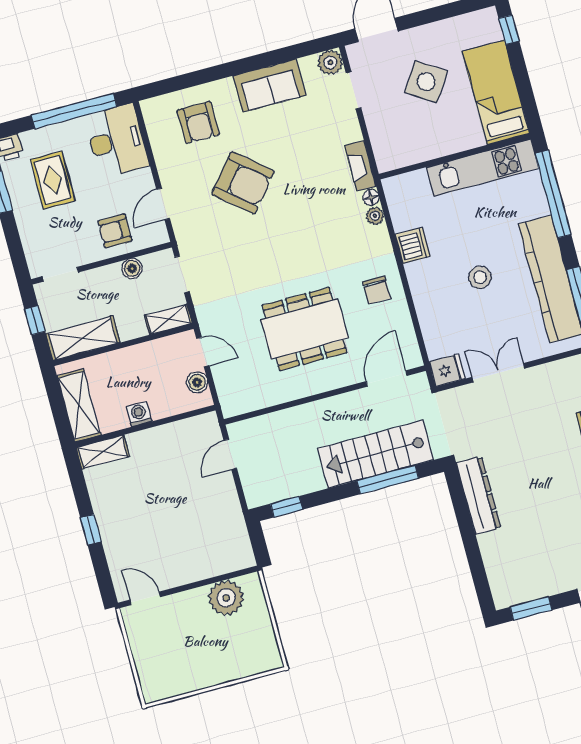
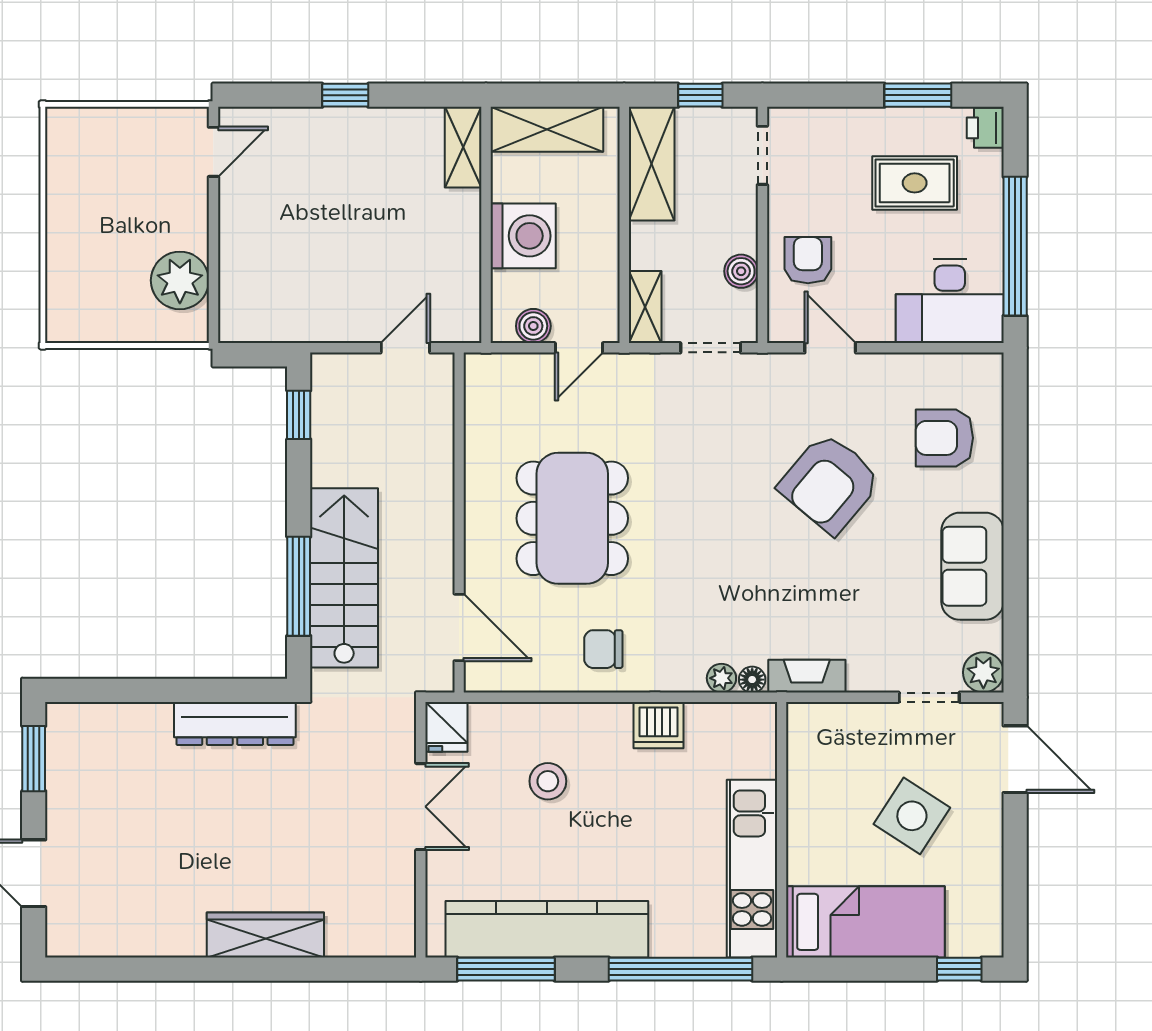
stool: (480, 277) -> (548, 781), moved
washing machine: (139, 414) -> (523, 236), width x1.89, depth x1.89
door: (230, 454) -> (405, 348), hinge flipped

